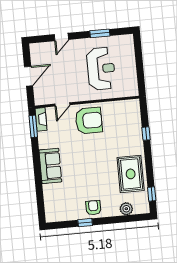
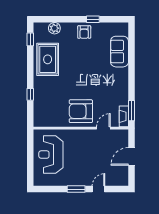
window: (100, 33) -> (76, 189), moved
reception desk: (101, 69) -> (51, 155), moved
sofa: (50, 166) -> (119, 52), moved

